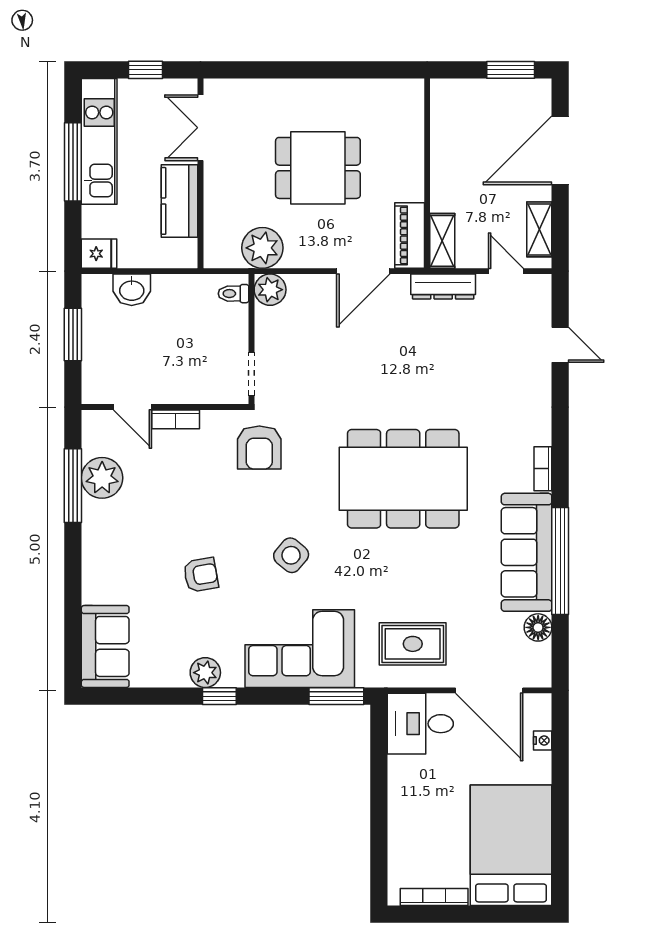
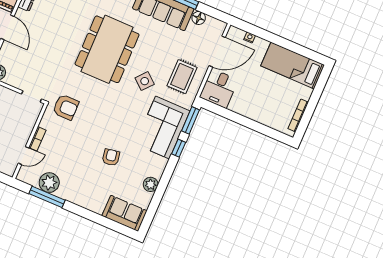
side table: (291, 555) -> (145, 81), moved
plant: (205, 673) -> (151, 184), moved
window: (219, 696) -> (179, 148), moved
bed: (511, 845) -> (293, 65), width x0.67

